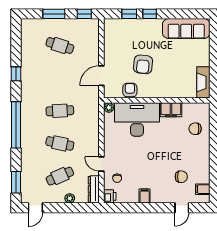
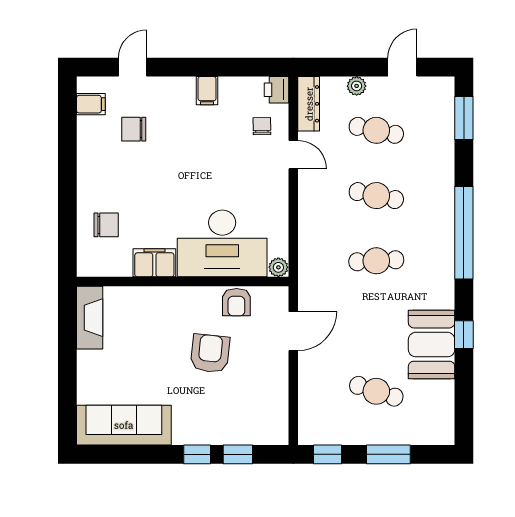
booth: (32, 69) -> (432, 345), added
cafe table: (60, 176) -> (376, 130), turned 36
door: (35, 208) -> (402, 67), moved

